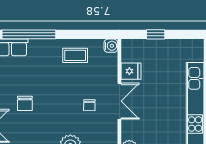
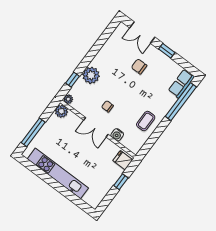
water cooler: (111, 46) -> (117, 135), moved
fridge: (131, 71) -> (123, 160), moved, turned 90

